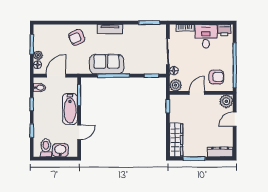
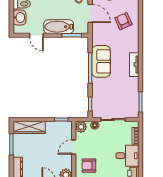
armchair: (77, 37) -> (123, 21), moved
armchair: (216, 77) -> (89, 166), turned 90
door: (197, 93) -> (74, 147), swing flipped

